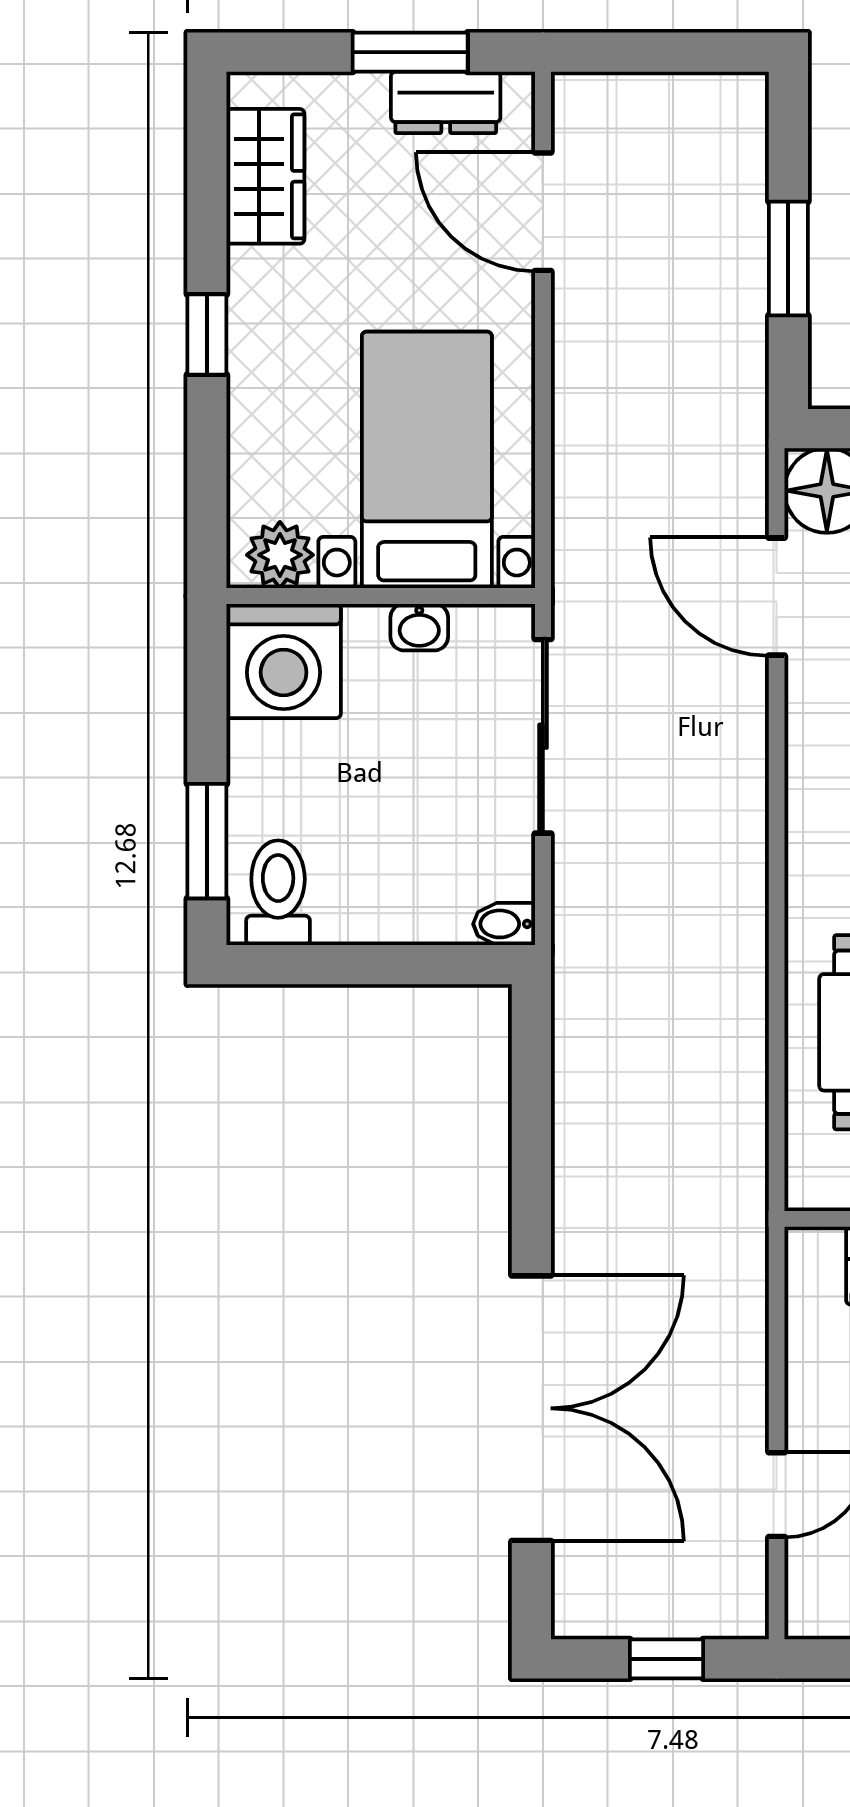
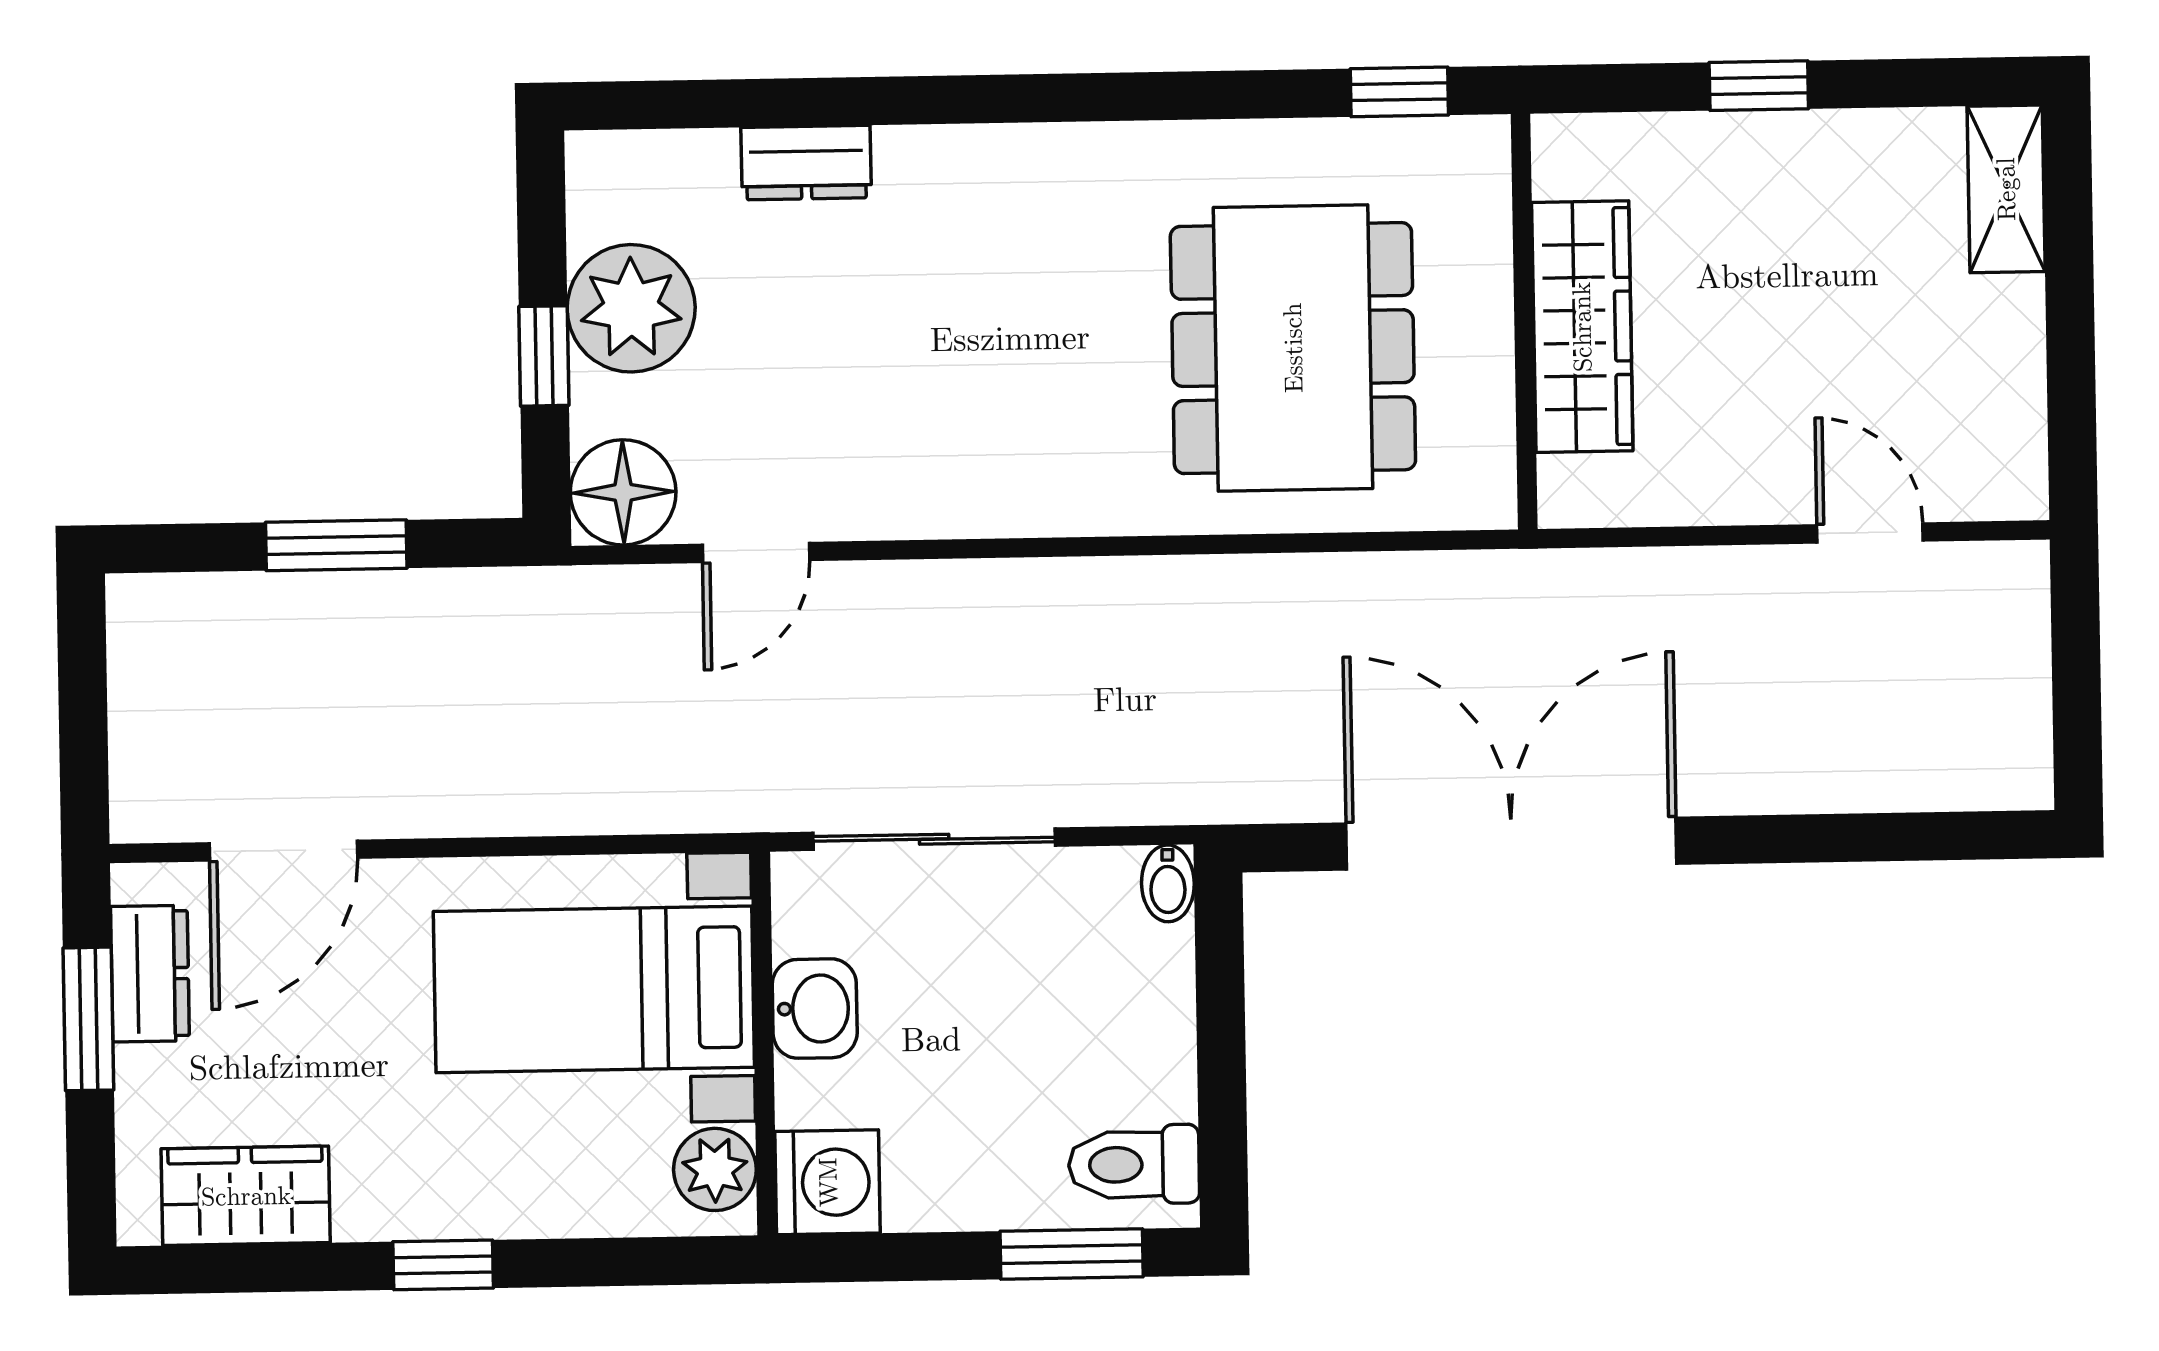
door: (777, 597) -> (756, 552), width x0.73
washbasin: (419, 627) -> (815, 1009), width x1.38, depth x1.45
washing machine: (284, 661) -> (828, 1182), width x0.73, depth x0.73
double door: (531, 1408) -> (1511, 844), moved
window: (667, 1659) -> (2076, 666), removed

